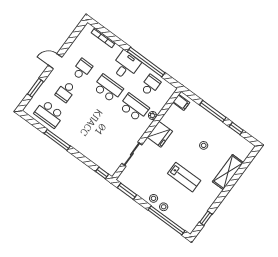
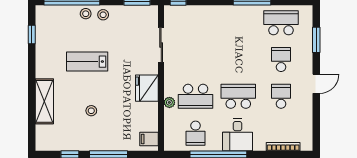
school desk: (82, 69) -> (281, 96), turned 180
school desk: (108, 88) -> (238, 96), turned 180

